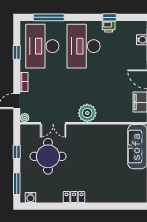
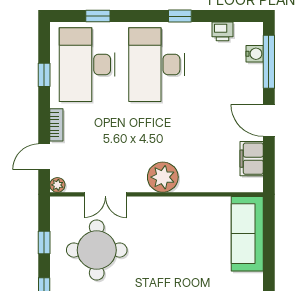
window: (49, 17) -> (98, 16), width x0.46
window: (110, 17) -> (180, 16), moved
printer: (109, 26) -> (223, 31), moved

